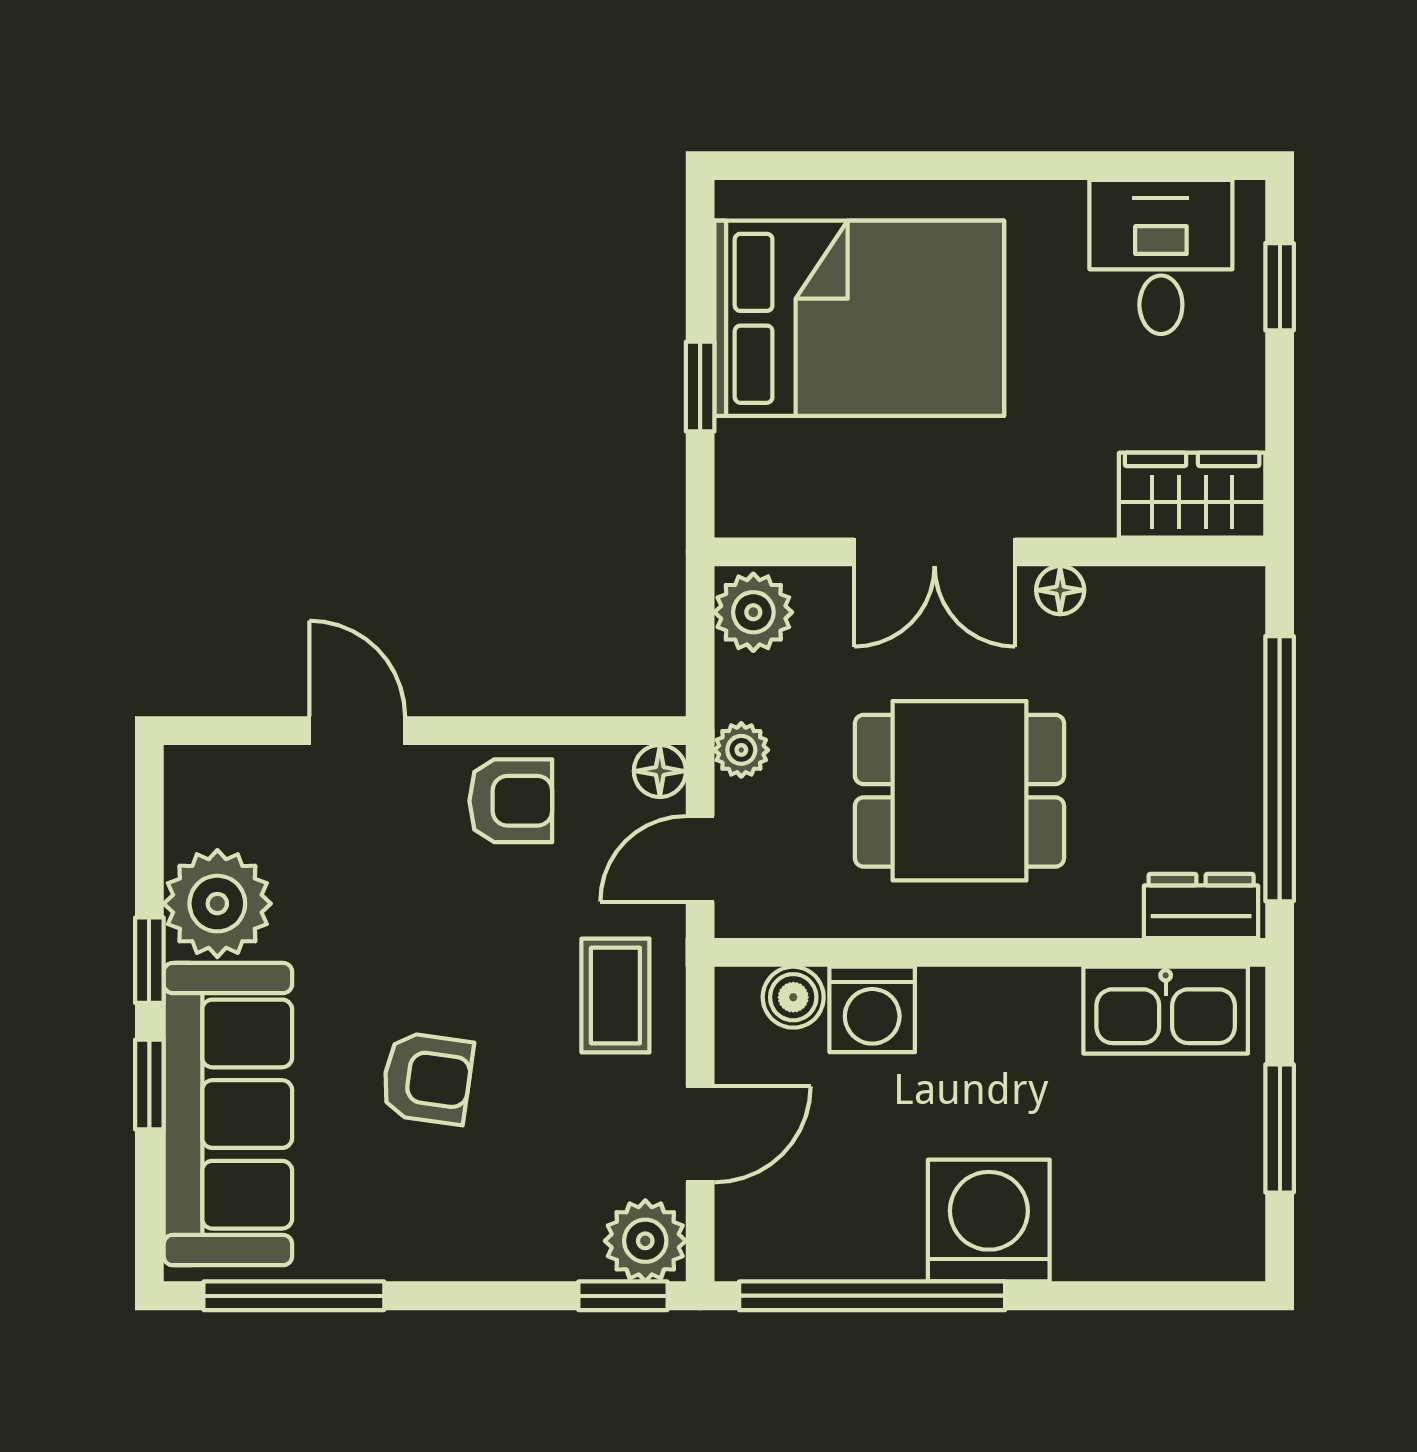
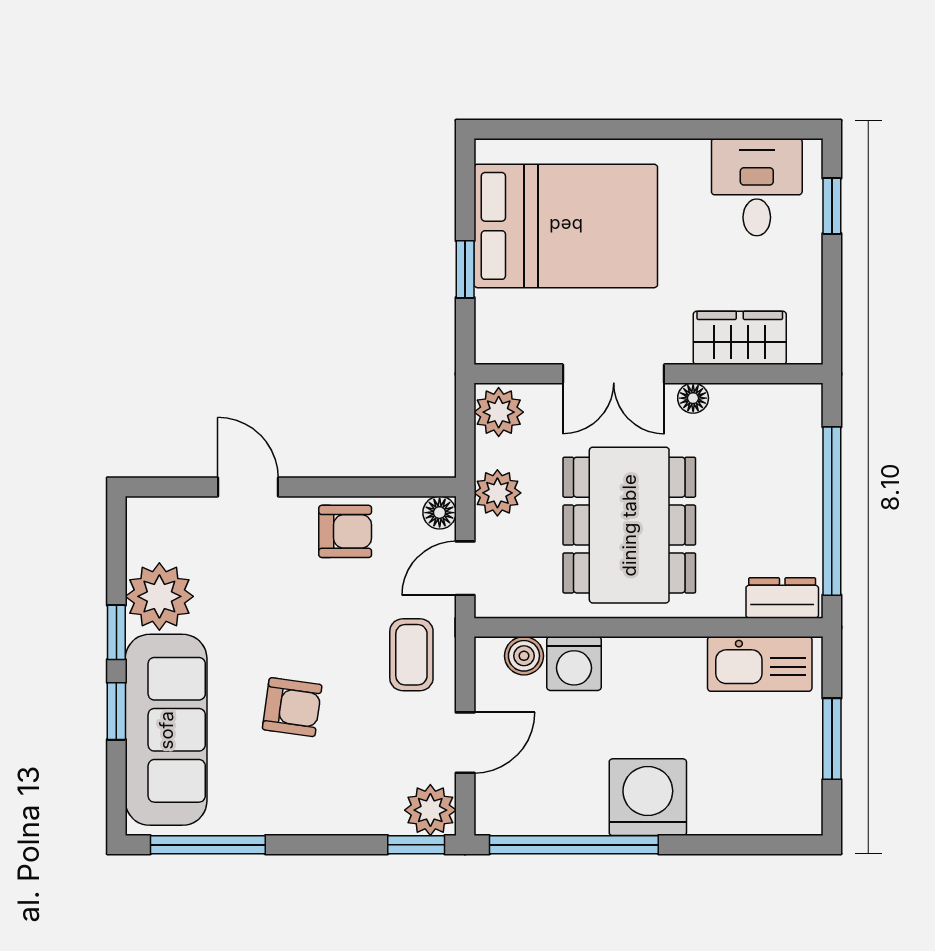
wardrobe: (1192, 495) -> (740, 338), moved
plant: (741, 750) -> (497, 493), width x1.38, depth x1.38
dining table: (959, 791) -> (629, 525), width x1.38

